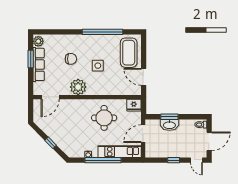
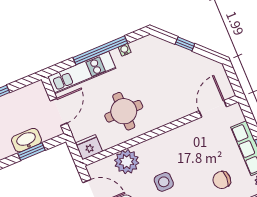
chair: (71, 59) -> (222, 180), moved
plant: (78, 87) -> (127, 162), moved

